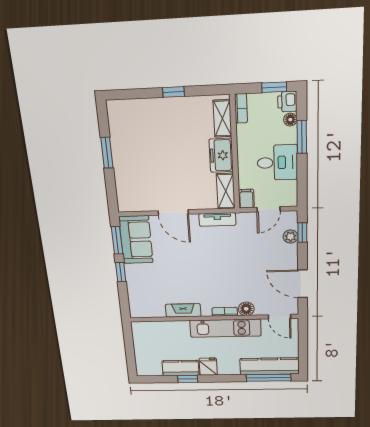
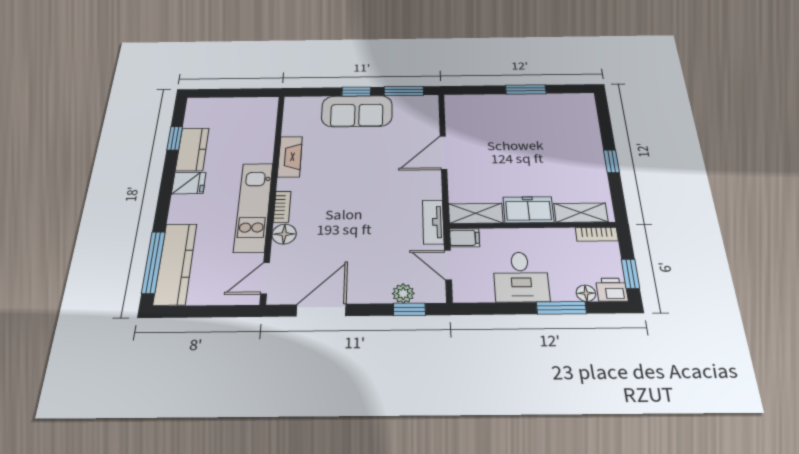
tv unit: (217, 219) -> (433, 222), moved
sofa: (136, 240) -> (357, 111), moved
window: (188, 379) -> (175, 138), moved

